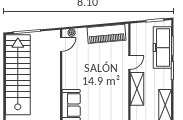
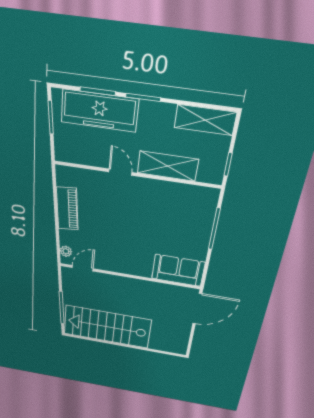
piano: (106, 34) -> (67, 209), width x0.73, depth x0.75
door: (61, 44) -> (83, 268), hinge flipped
stairs: (18, 75) -> (107, 327), width x0.73

